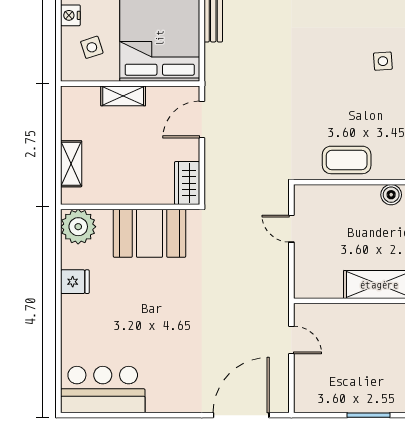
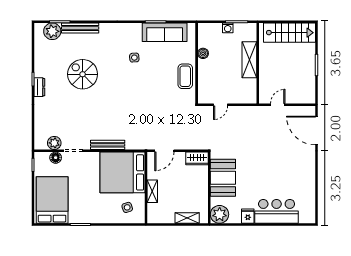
nightstand: (70, 15) -> (111, 218), removed
door: (202, 120) -> (164, 151), hinge flipped
bar counter: (103, 390) -> (277, 211), moved, turned 90

